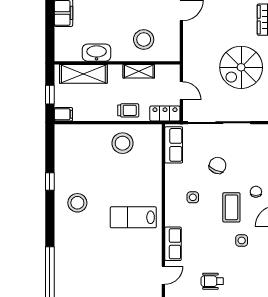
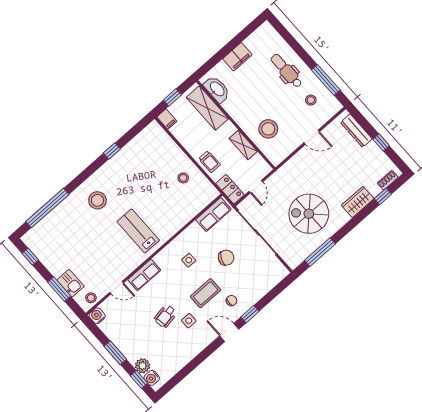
washbasin: (97, 53) -> (217, 89), moved
stool: (123, 143) -> (183, 178), width x0.53, depth x0.53
stool: (77, 203) -> (97, 200), moved
wheelchair: (212, 281) -> (165, 316), moved, turned -100

